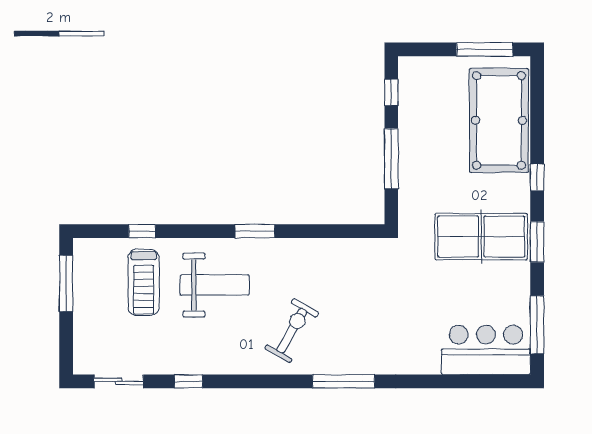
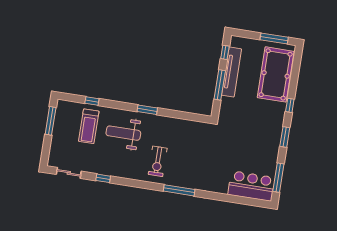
tv unit: (411, 129) -> (232, 72), added
table tennis table: (481, 237) -> (258, 130), removed
weight bench: (215, 285) -> (123, 133), turned 180
exercise bike: (292, 330) -> (158, 161), turned 150

